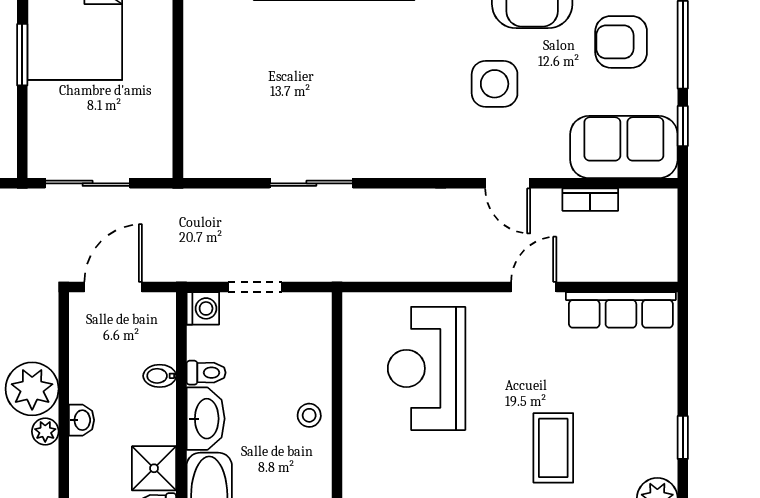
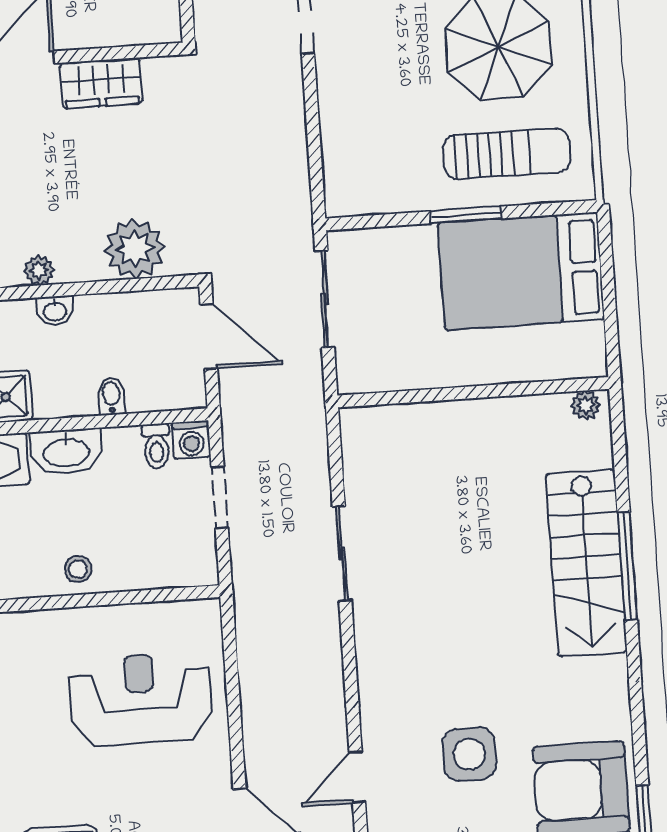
toilet: (206, 373) -> (156, 446), moved
plant: (32, 389) -> (135, 249), moved

